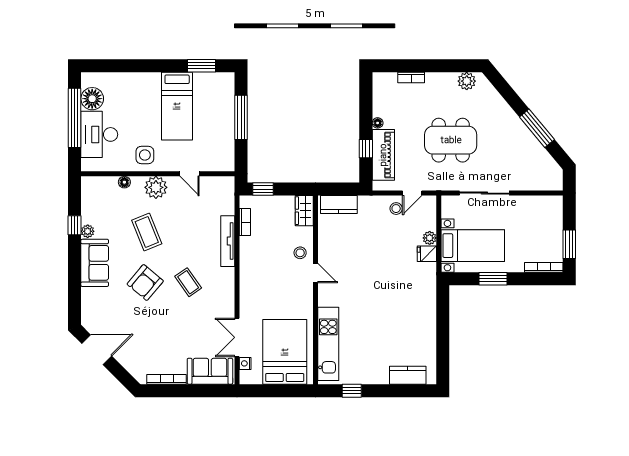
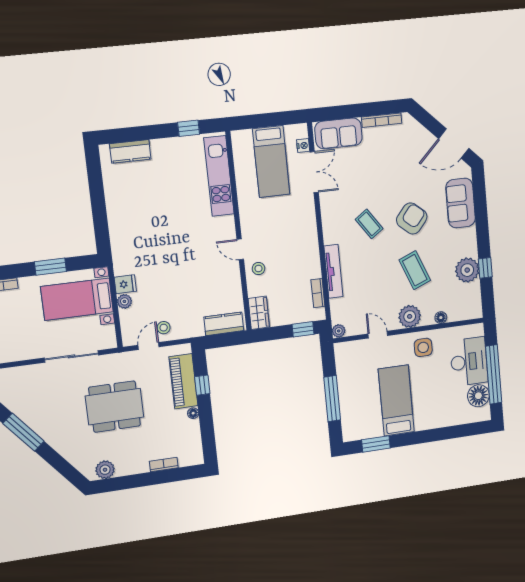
plant: (228, 183) -> (339, 331), added
plant: (88, 231) -> (467, 270), width x1.88, depth x1.88
sofa: (95, 263) -> (461, 203), moved
bed: (285, 352) -> (271, 162), width x0.67

